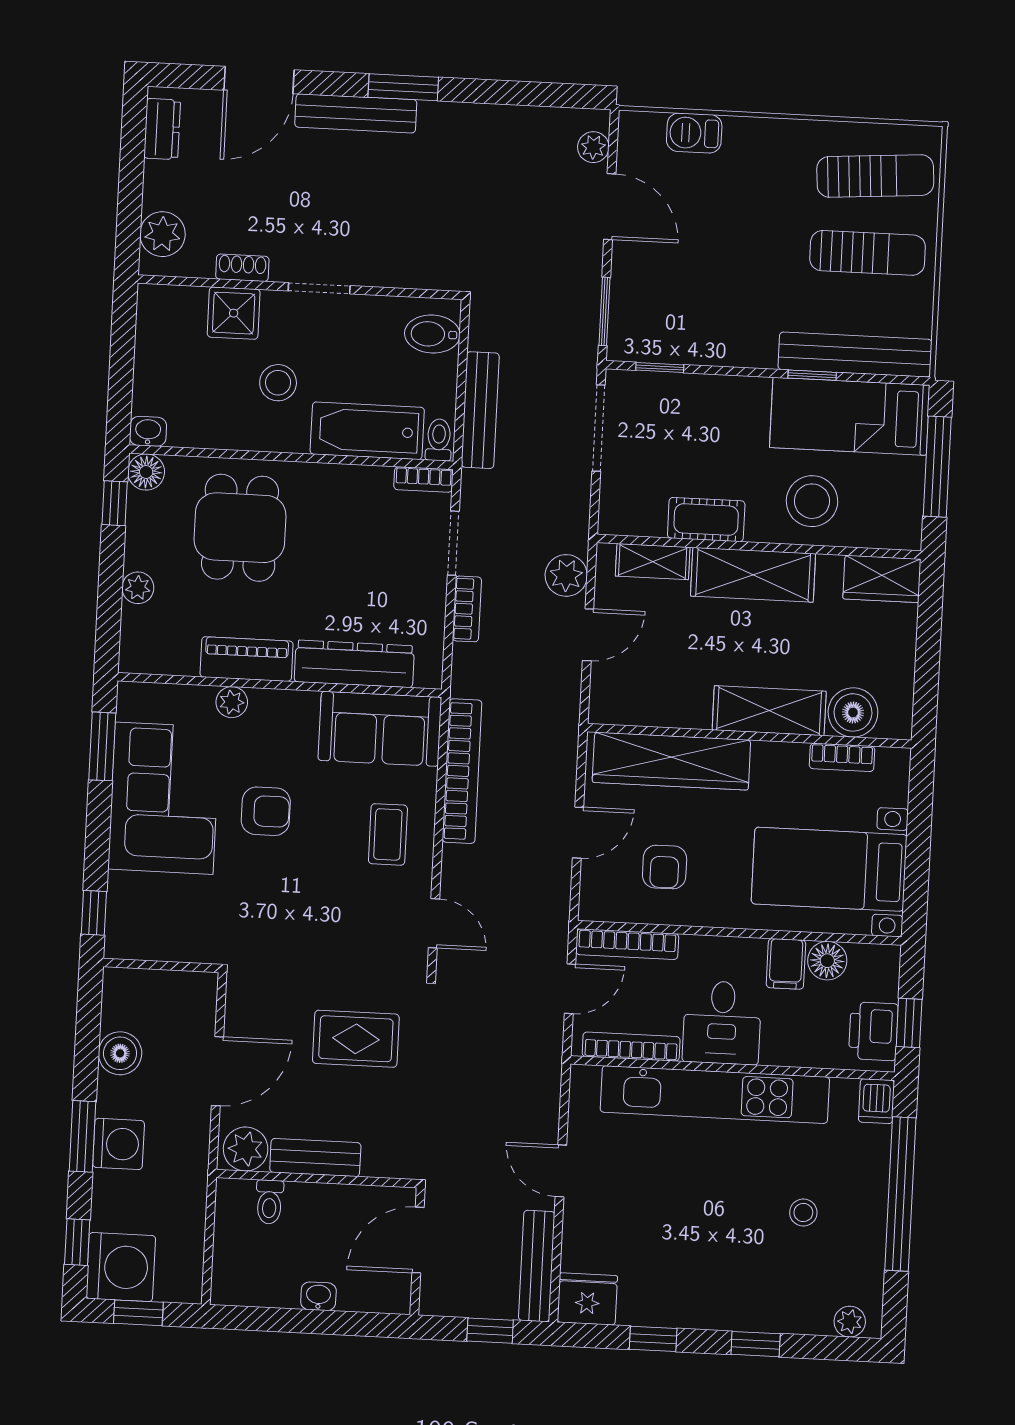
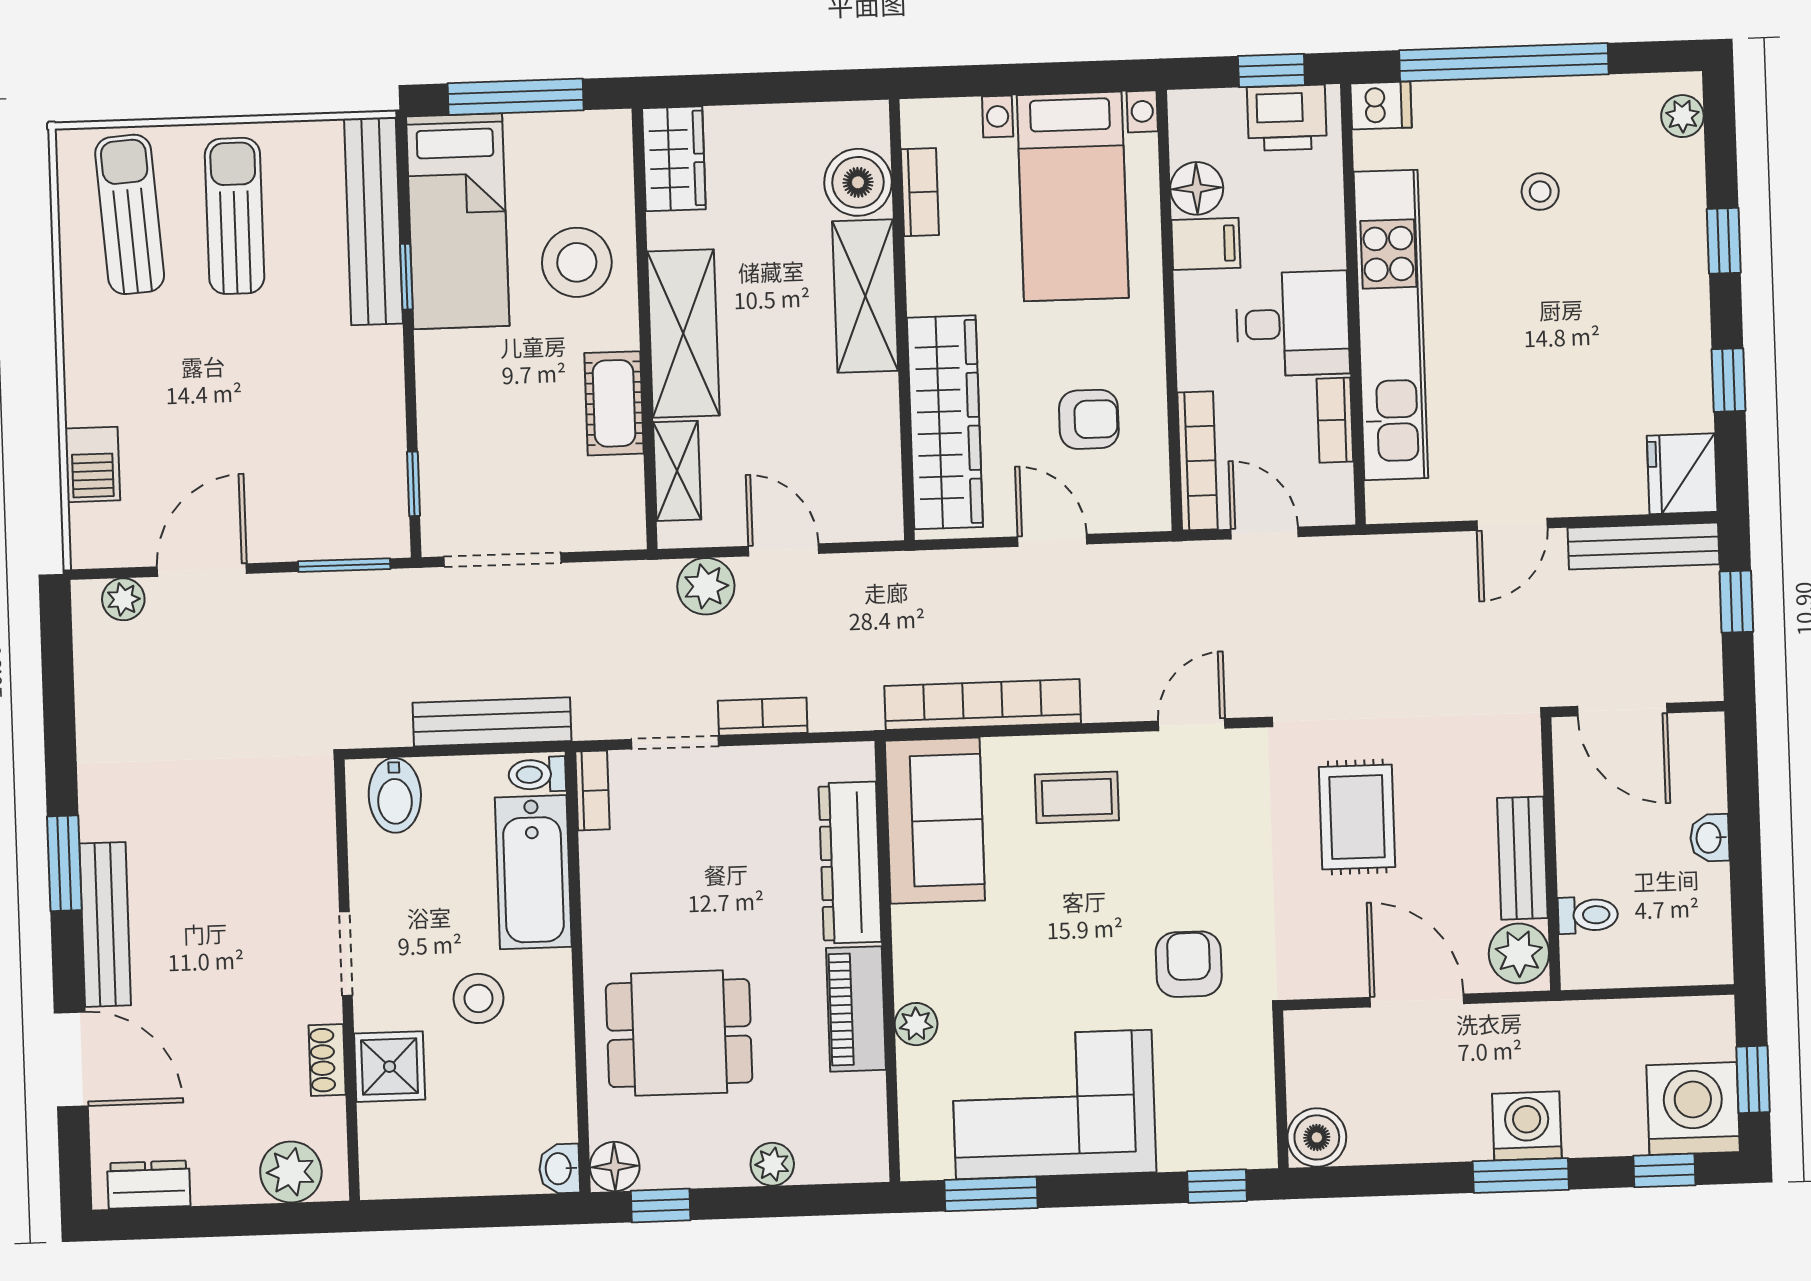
armchair: (266, 811) -> (1189, 964), moved
bookcase: (631, 1047) -> (1335, 420), width x0.64
boiler: (120, 1053) -> (1317, 1137), moved

